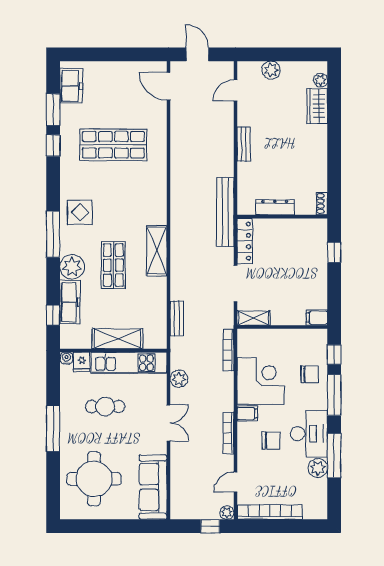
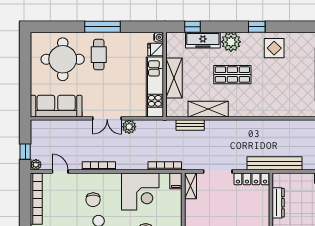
window: (53, 234) -> (257, 27), width x0.46
shelving: (157, 251) -> (208, 109), moved
plant: (179, 379) -> (129, 127), moved
cafe table: (105, 406) -> (99, 55), moved
filing cabinet: (247, 414) -> (176, 181), moved

